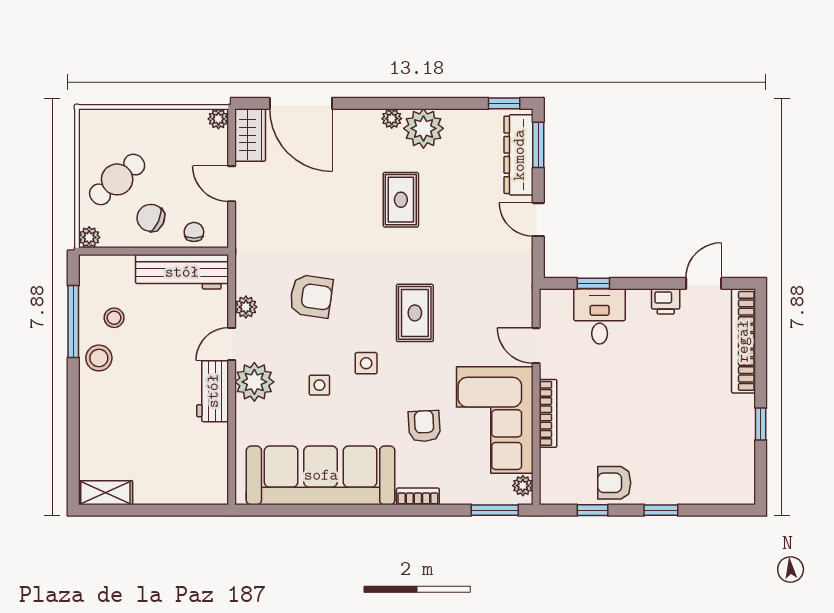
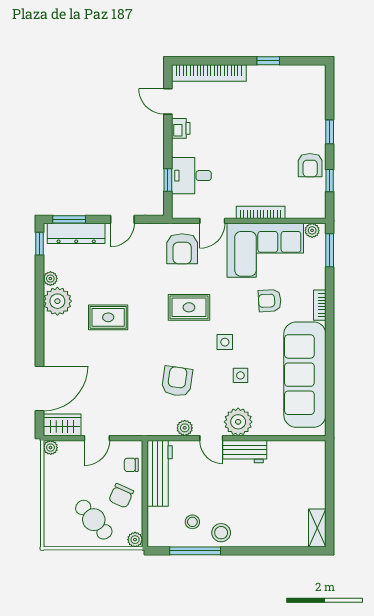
plant: (392, 119) -> (50, 279), moved
armchair: (497, 303) -> (182, 249), added

